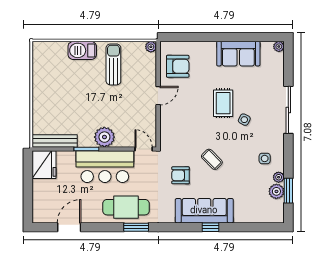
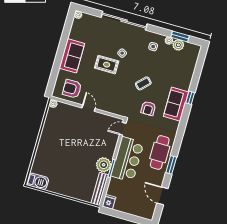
barbecue: (82, 50) -> (38, 181), moved, turned -90
sofa: (238, 54) -> (72, 56), moved
sun lounger: (113, 64) -> (58, 133), removed
armchair: (178, 66) -> (72, 89), turned -90
sliding door: (288, 110) -> (124, 21), width x1.36
plant: (104, 137) -> (104, 165), moved
fridge: (44, 165) -> (109, 202), width x0.53, depth x0.75
sofa: (204, 211) -> (176, 104), width x0.73
window: (136, 227) -> (171, 165), moved

